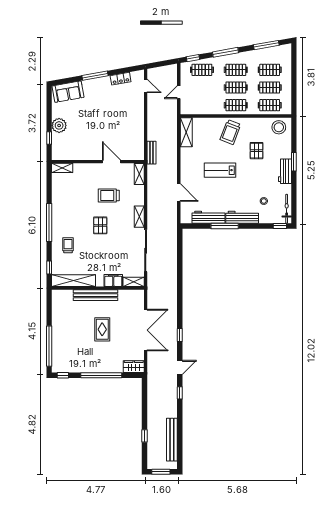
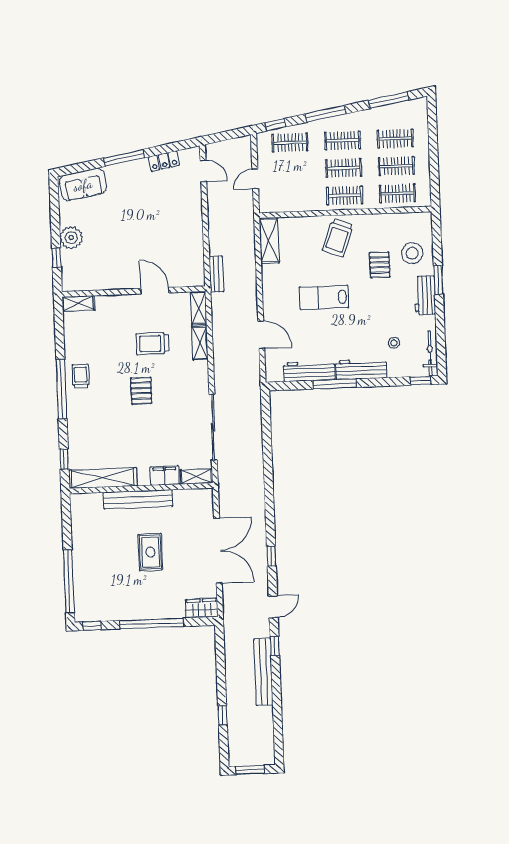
stool: (279, 127) -> (412, 253), moved
shelving: (139, 217) -> (200, 343), moved
trolley: (68, 245) -> (81, 376), moved
bench: (172, 440) -> (263, 672), moved

